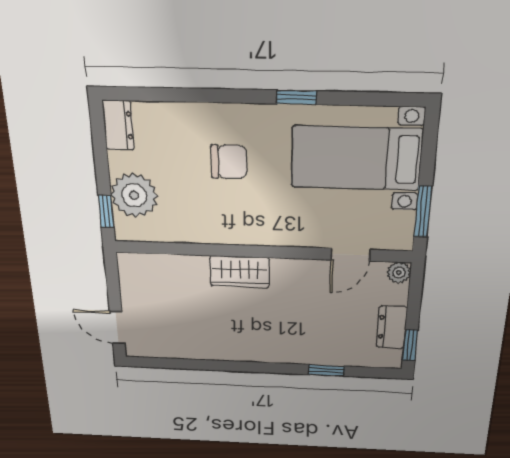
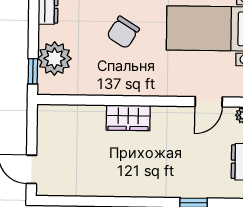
chair: (229, 162) -> (123, 32), turned 122

